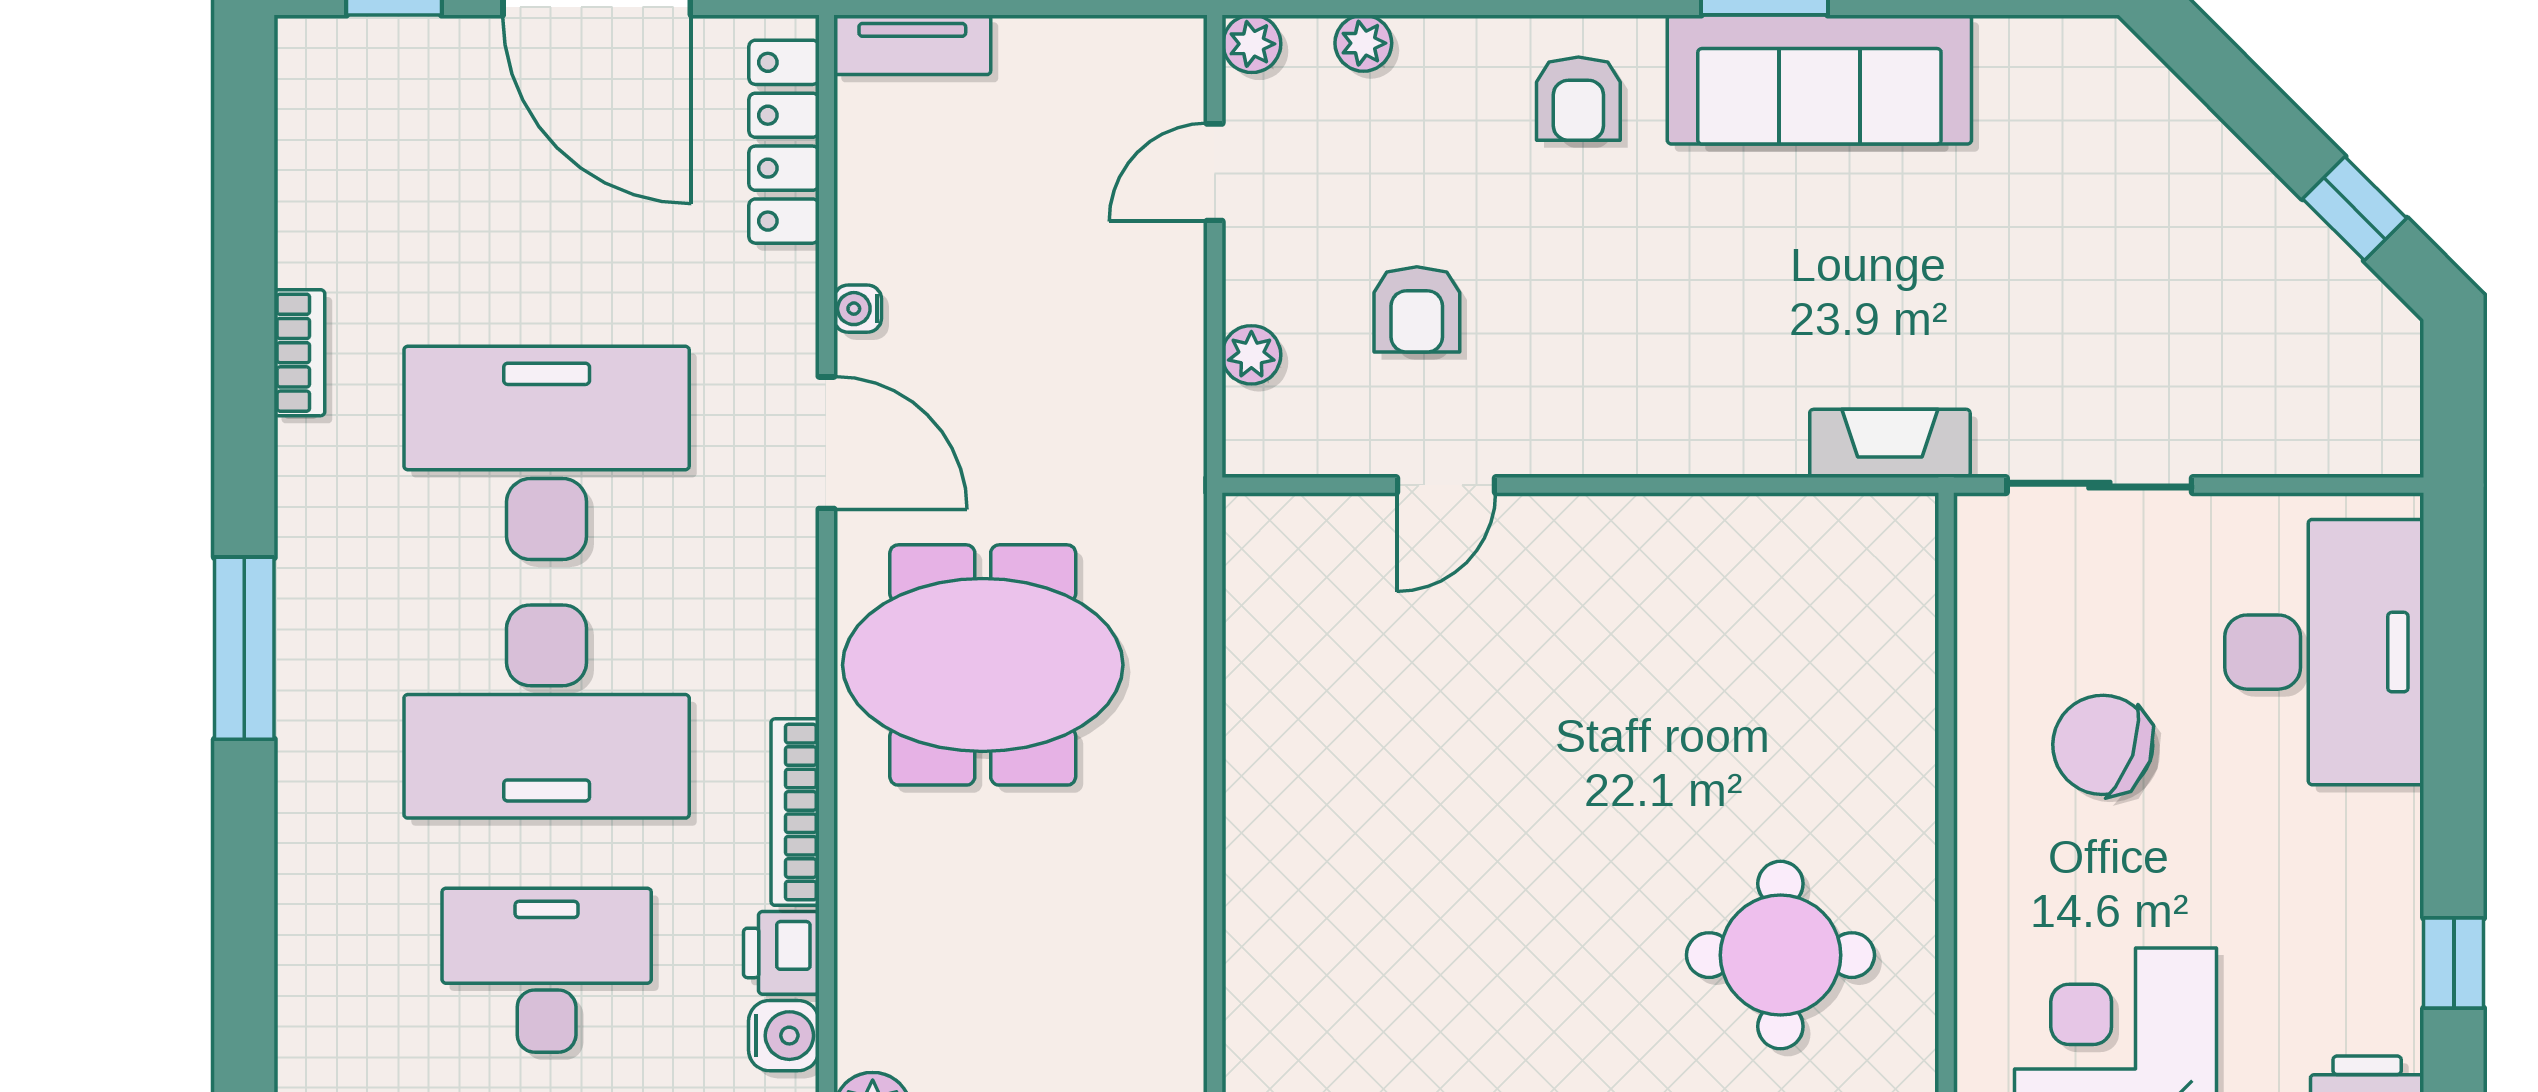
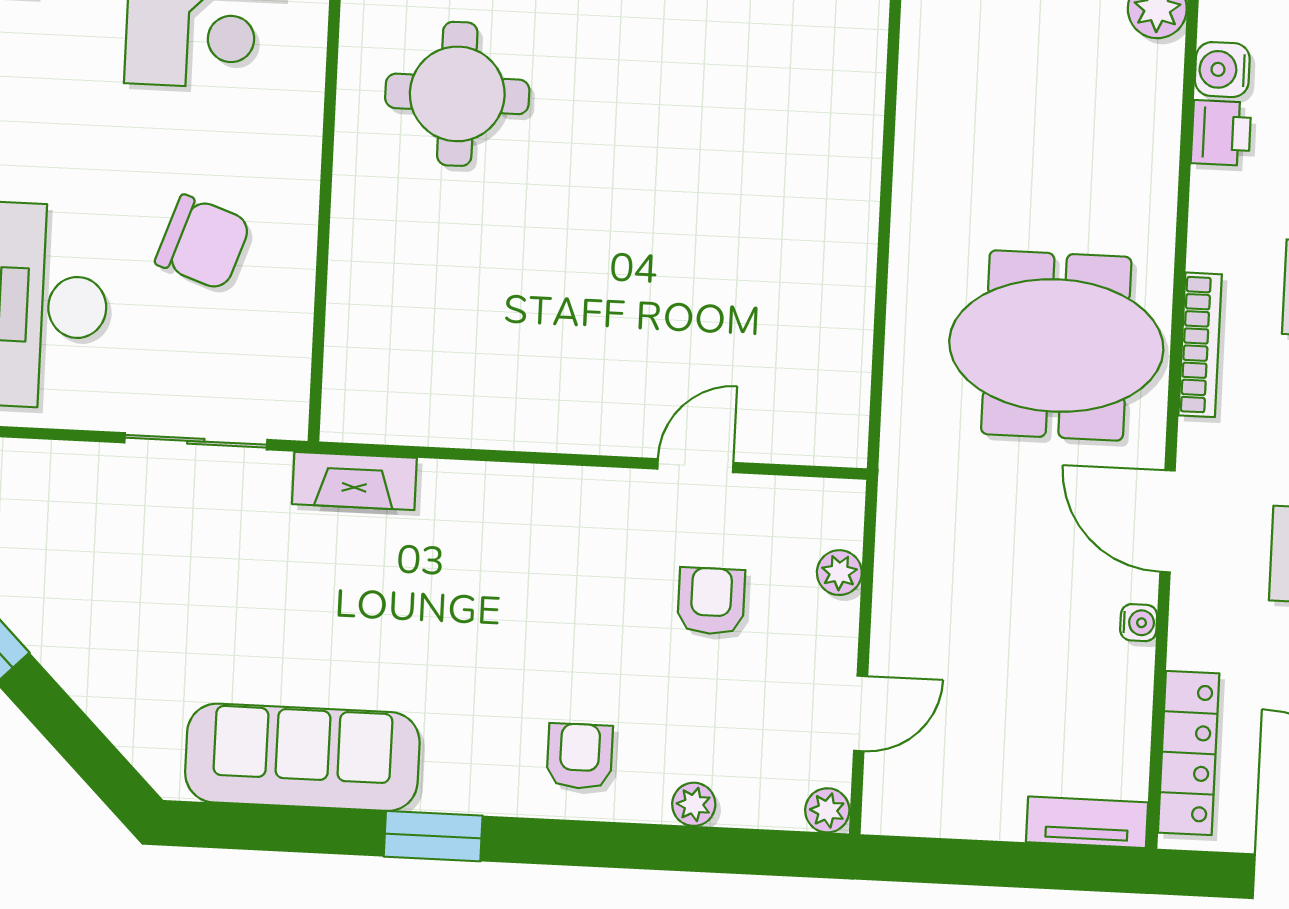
plant: (1363, 43) -> (694, 804), moved
sofa: (1819, 79) -> (302, 757), moved
bookcase: (795, 812) -> (1200, 345), moved

